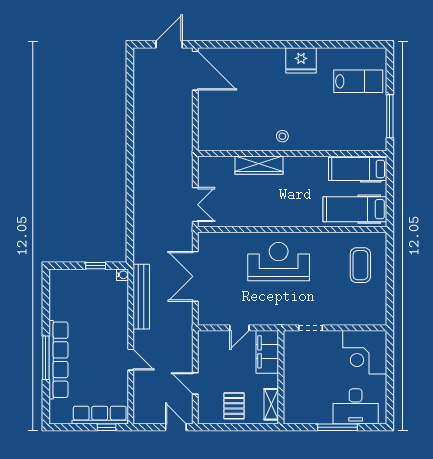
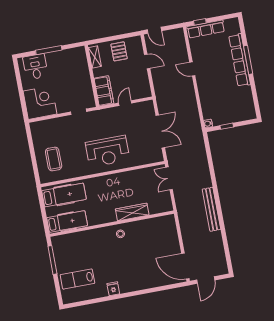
fridge: (301, 60) -> (113, 289), width x0.53, depth x0.75
bench: (141, 297) -> (211, 209), moved
desk: (356, 406) -> (35, 67), width x0.73

